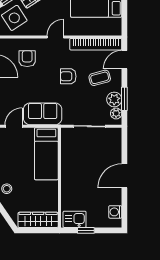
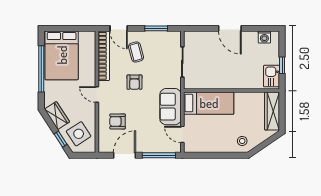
plant: (114, 99) -> (157, 38), removed
plant: (116, 113) -> (170, 36), removed

